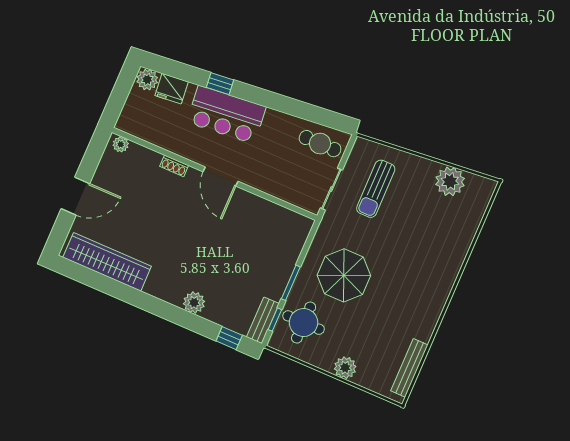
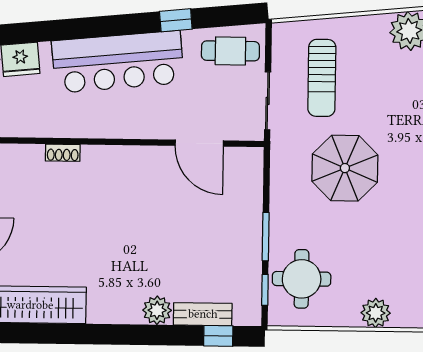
window: (220, 84) -> (176, 20), moved
bar counter: (226, 115) -> (118, 62), width x1.36
door: (221, 176) -> (199, 143), moved
parasol: (344, 275) -> (345, 168), moved
bench: (263, 320) -> (203, 314), moved, turned 90

